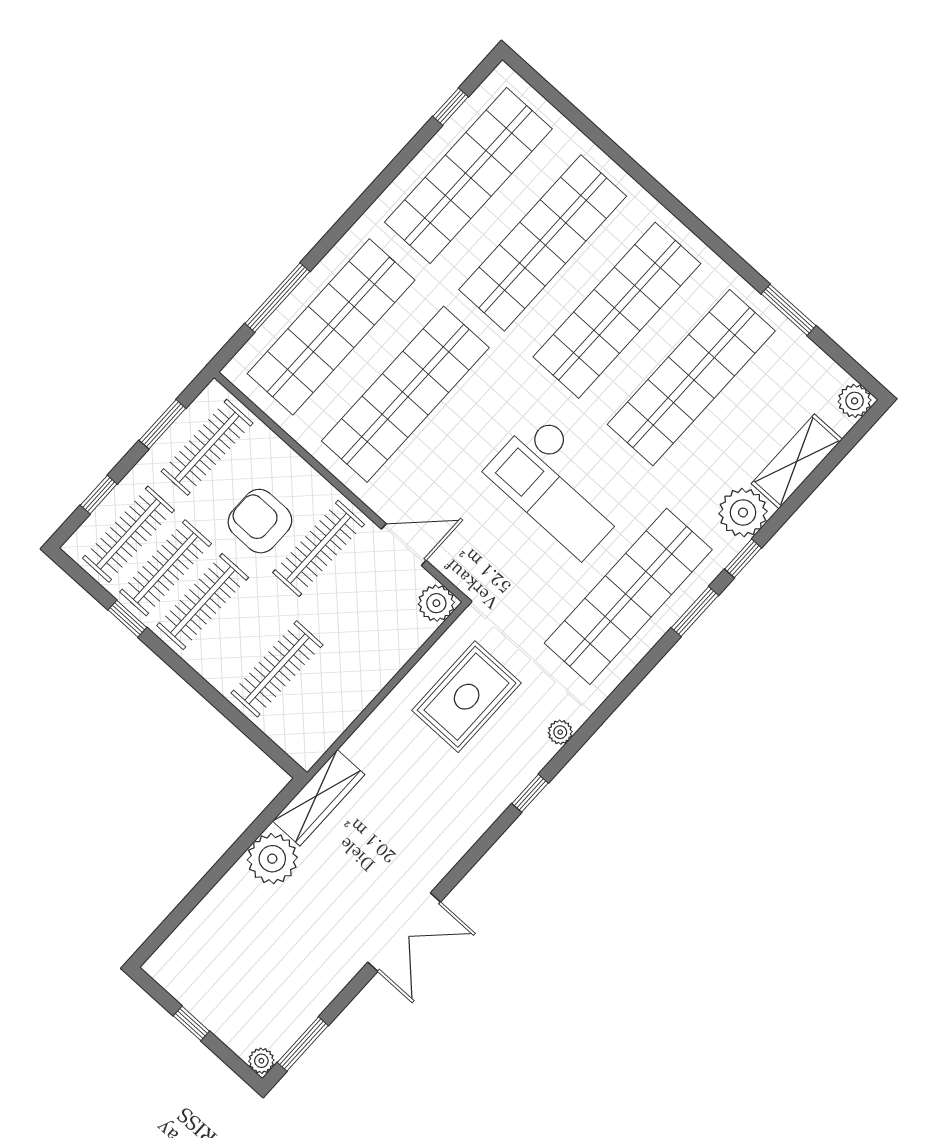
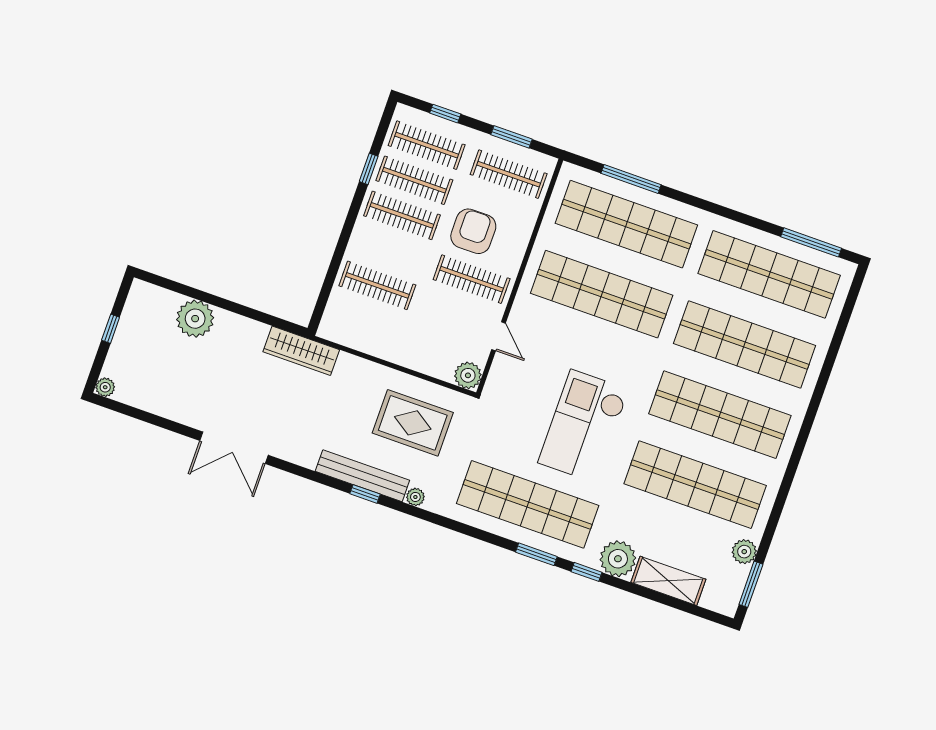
window: (451, 107) -> (811, 242), width x2.17
window: (789, 310) -> (751, 584), moved
plant: (855, 401) -> (744, 552), moved
door: (404, 545) -> (499, 336), width x0.73
bench: (506, 787) -> (362, 476), added
plant: (272, 859) -> (195, 319), moved
window: (303, 1044) -> (129, 411), removed

